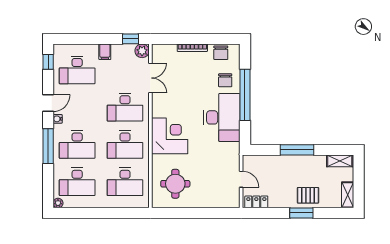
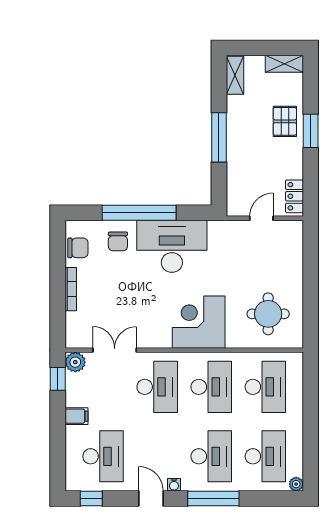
chair: (225, 80) -> (118, 241), turned 90

